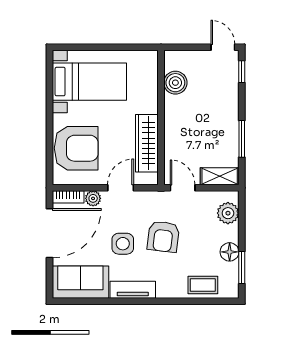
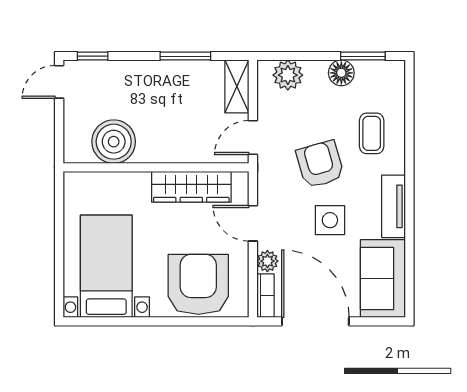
boiler: (175, 83) -> (114, 142), width x1.37, depth x1.37
armchair: (163, 237) -> (320, 164), turned -113
coffee table: (203, 285) -> (372, 133), moved

